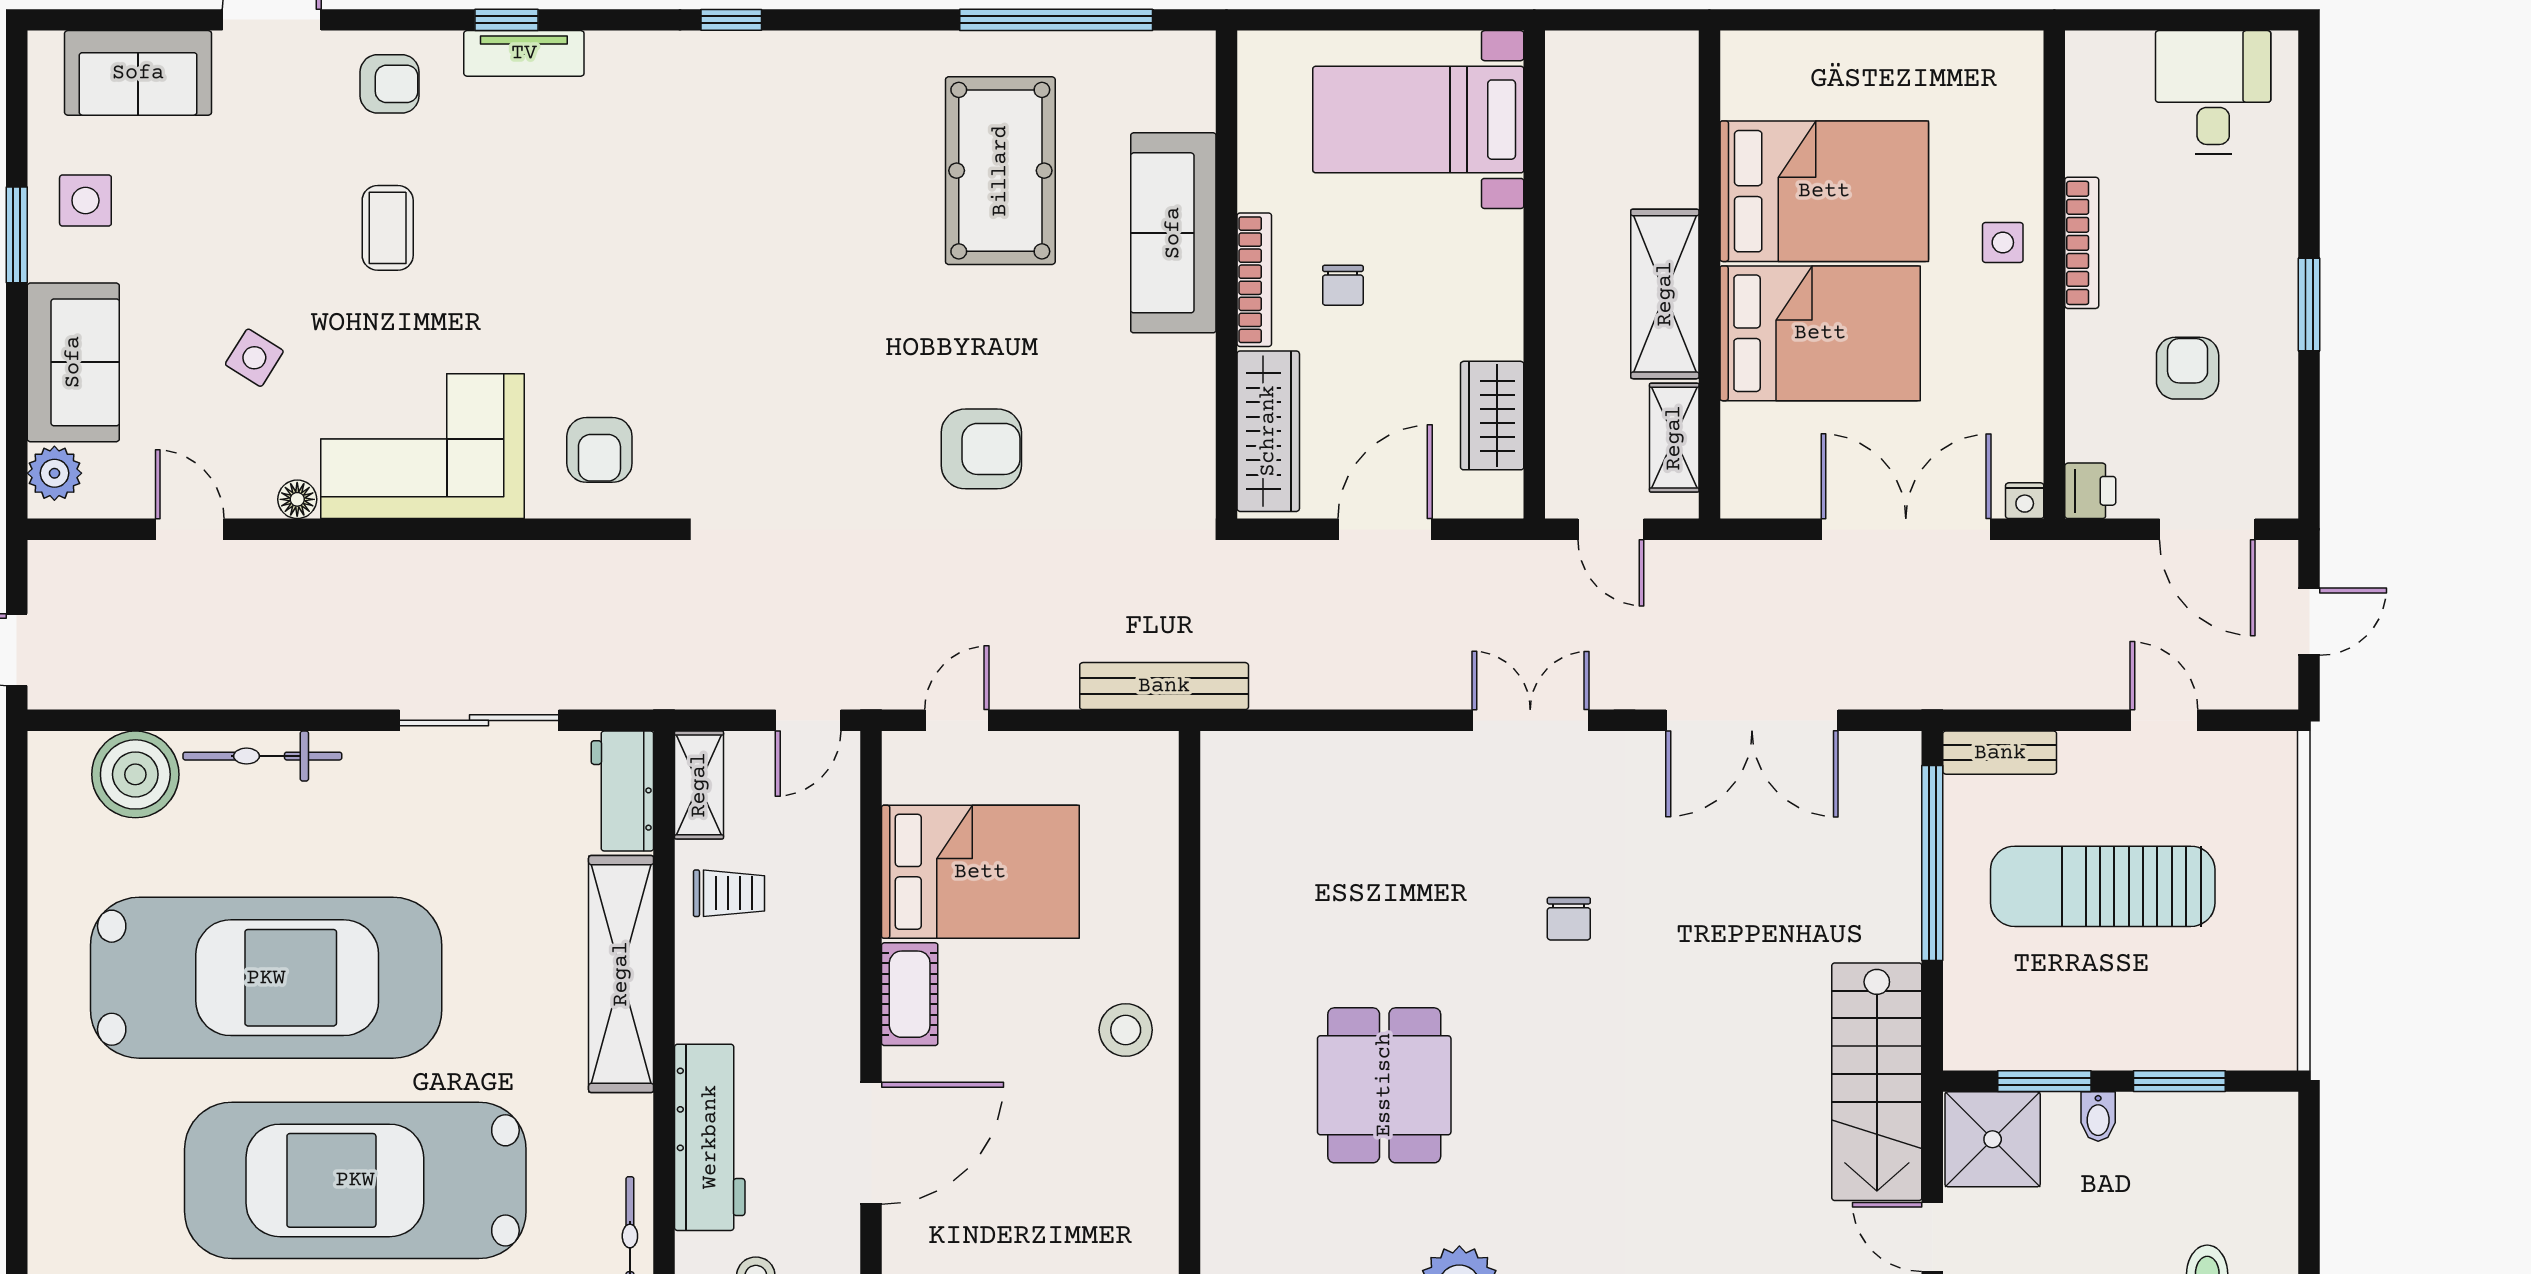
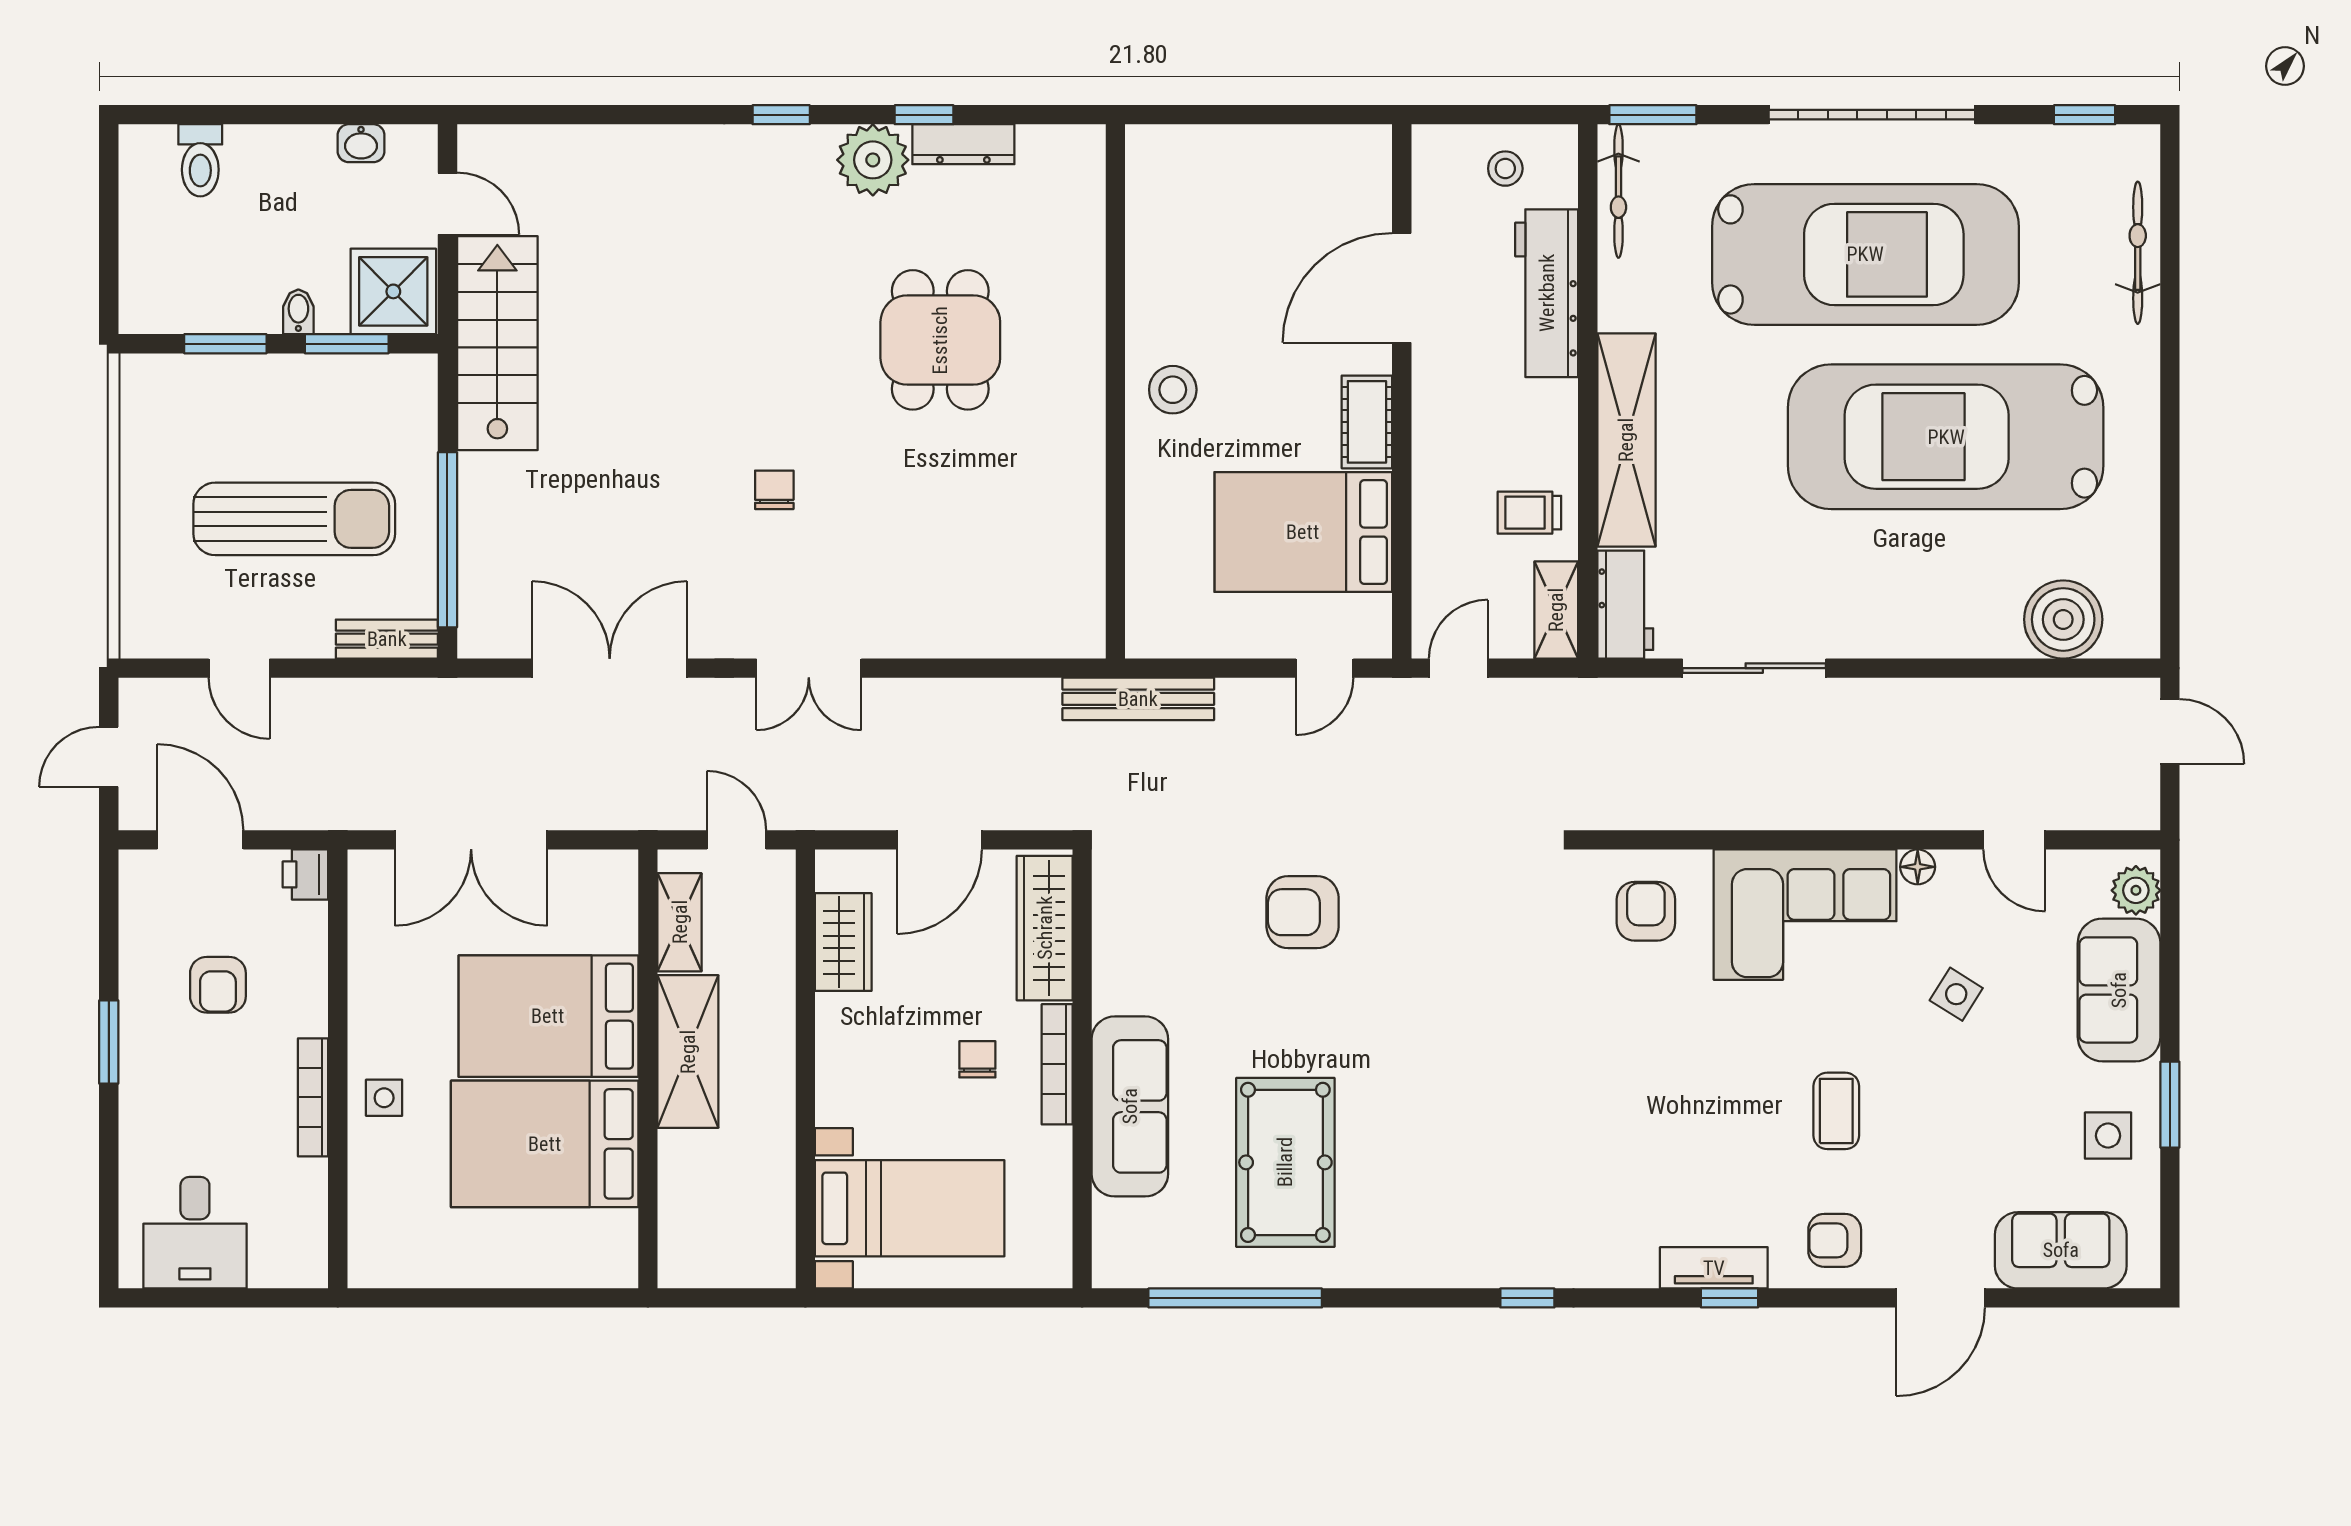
nightstand: (2025, 501) -> (364, 866), removed
bicycle: (262, 756) -> (2138, 253), moved, turned -90

